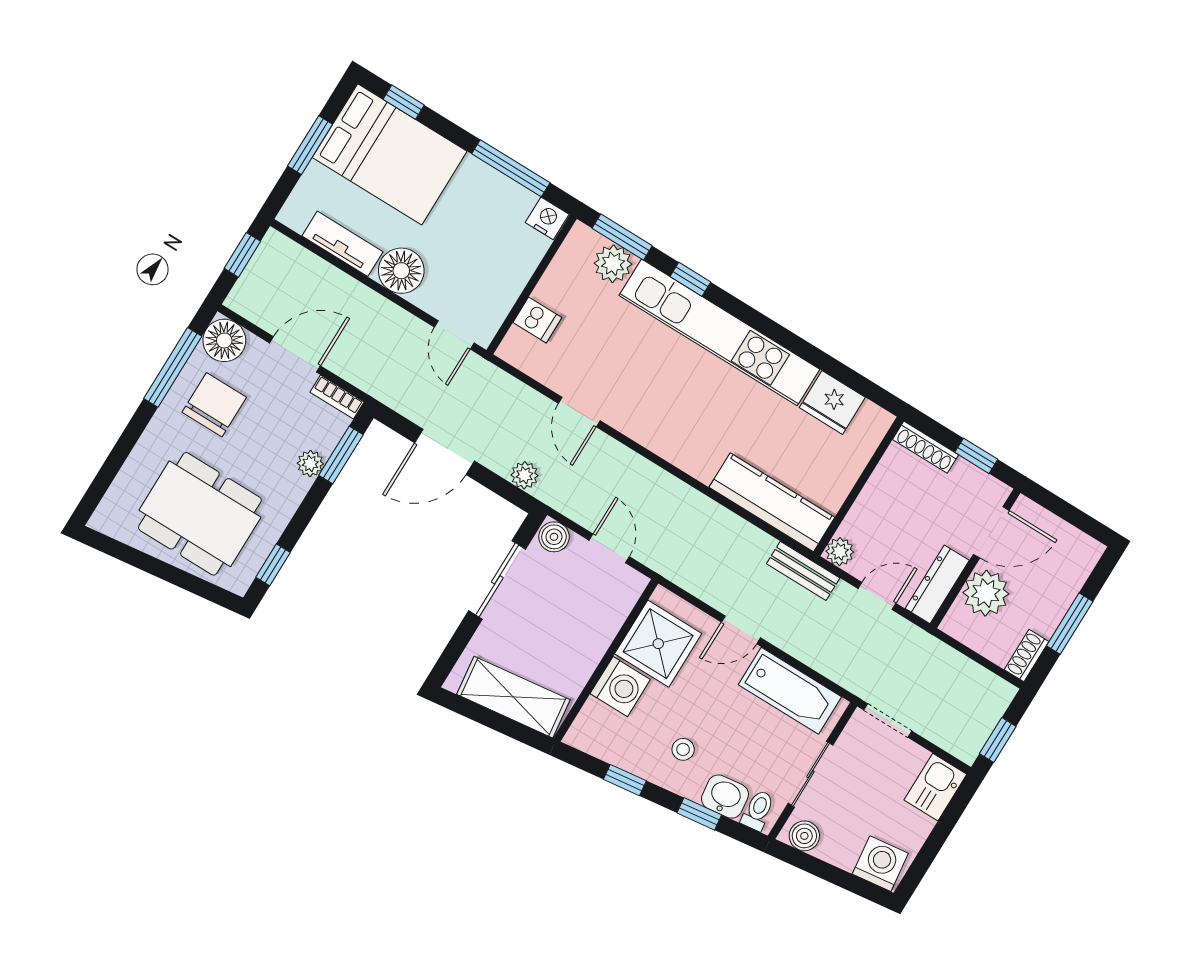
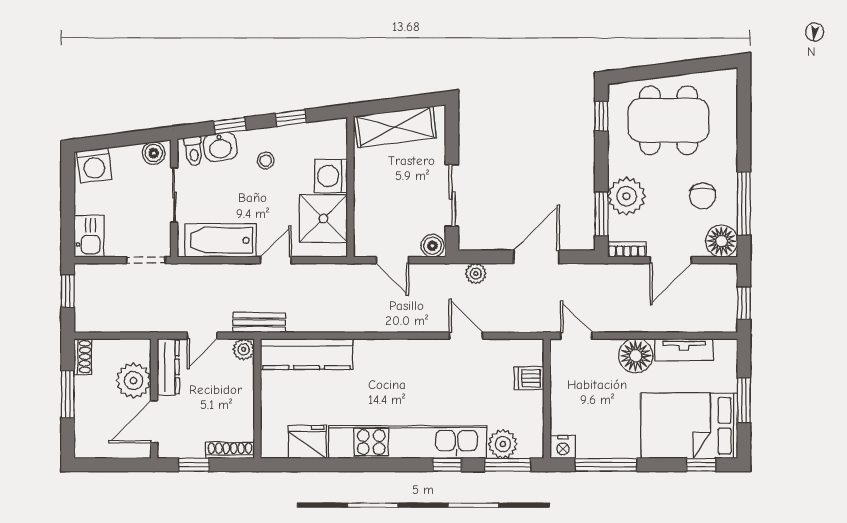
chair: (214, 405) -> (703, 196), width x0.73, depth x0.73
plant: (310, 464) -> (627, 196), width x1.87, depth x1.87

